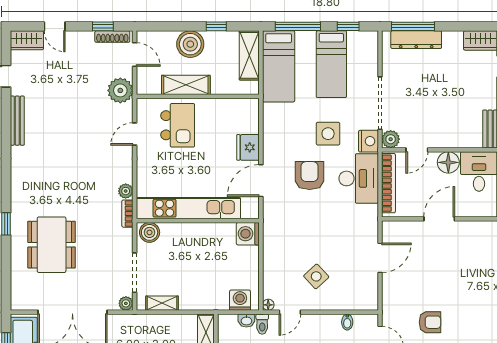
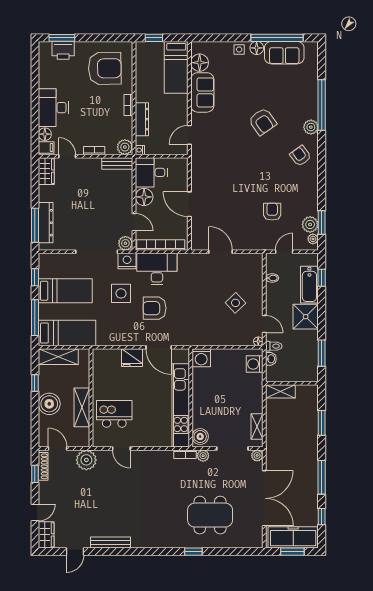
door: (135, 54) -> (58, 448), hinge flipped
plant: (126, 191) -> (203, 456), moved

